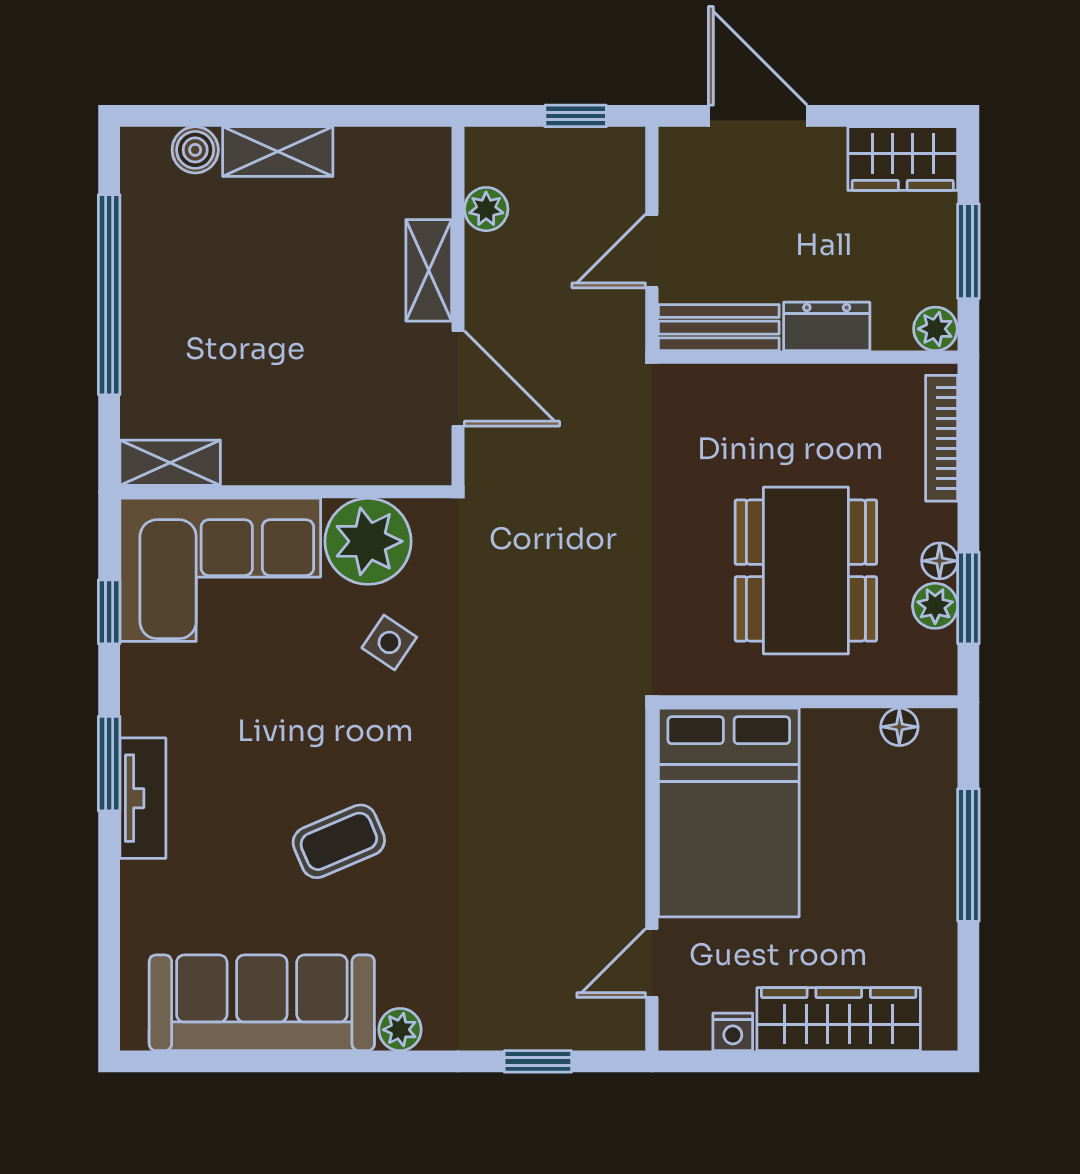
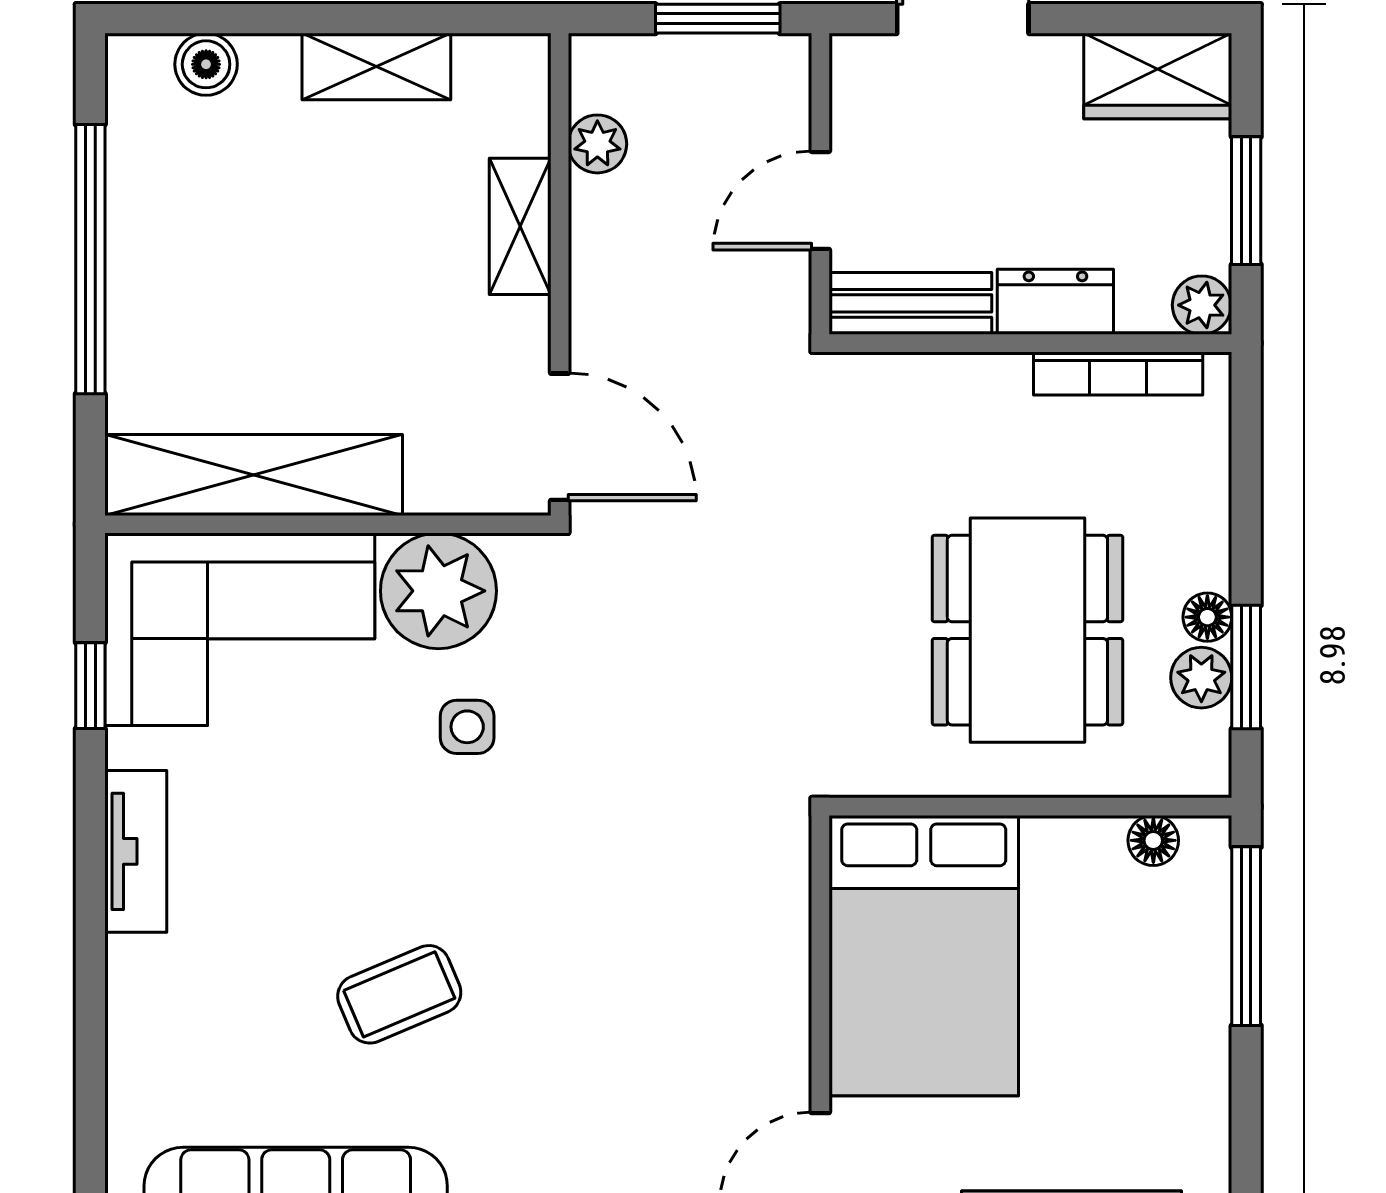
window: (576, 116) -> (718, 19), width x1.50
shelving: (278, 152) -> (376, 67), moved
door: (458, 379) -> (560, 437), moved
bookcase: (942, 438) -> (1118, 373), moved, turned -90
shelving: (170, 463) -> (254, 475), width x2.20, depth x1.33
side table: (389, 642) -> (467, 727), turned -34
window: (109, 764) -> (90, 890), removed
tv unit: (143, 798) -> (136, 851), moved
window: (968, 855) -> (1246, 936), moved

